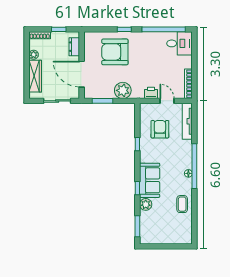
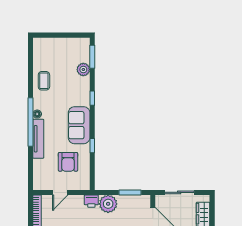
printer: (151, 93) -> (91, 201), moved
door: (167, 101) -> (60, 192), hinge flipped
tv unit: (187, 121) -> (38, 139), moved
sofa: (150, 180) -> (79, 125), moved
plant: (146, 204) -> (83, 69), moved

